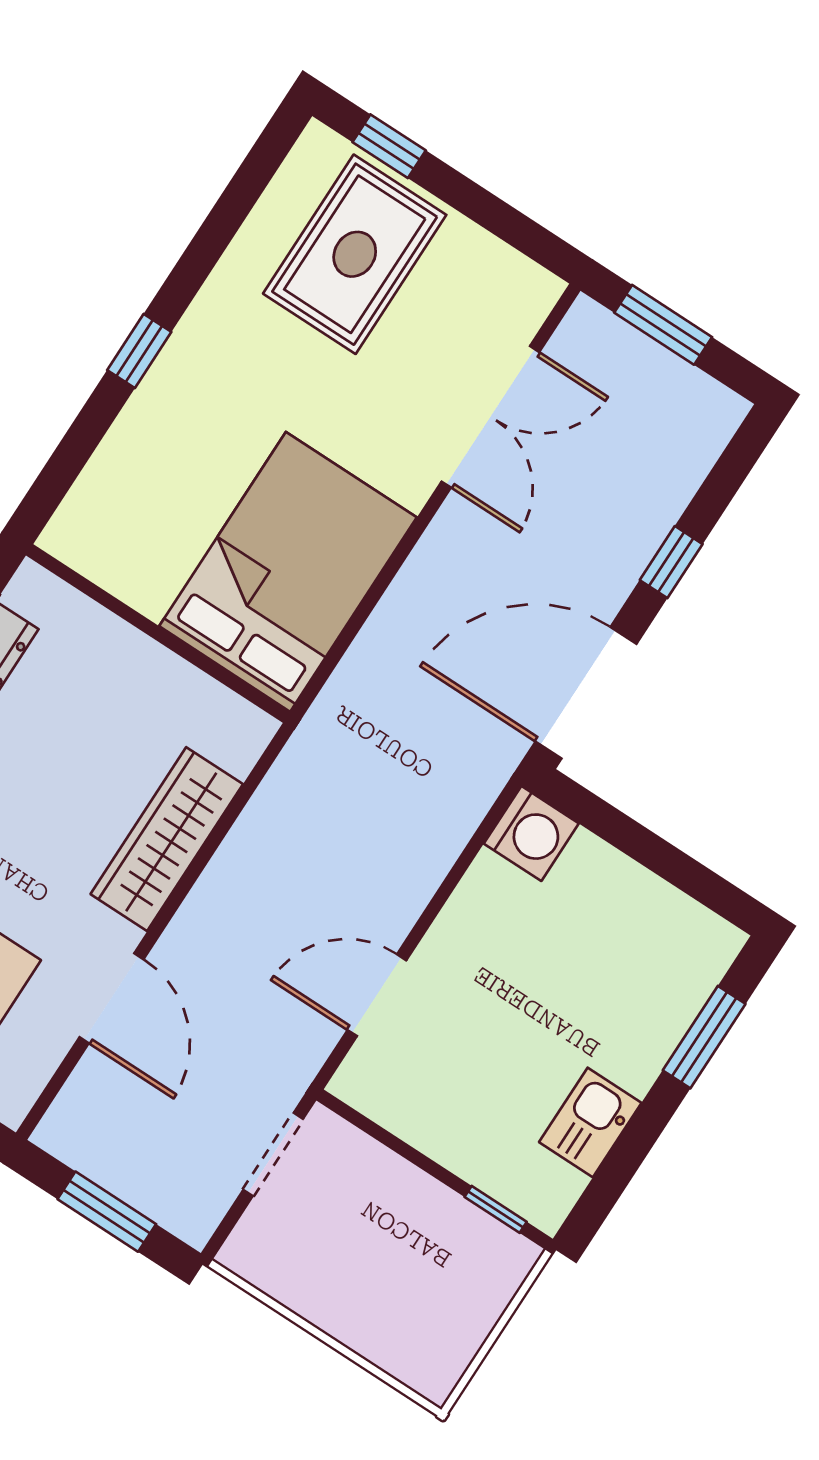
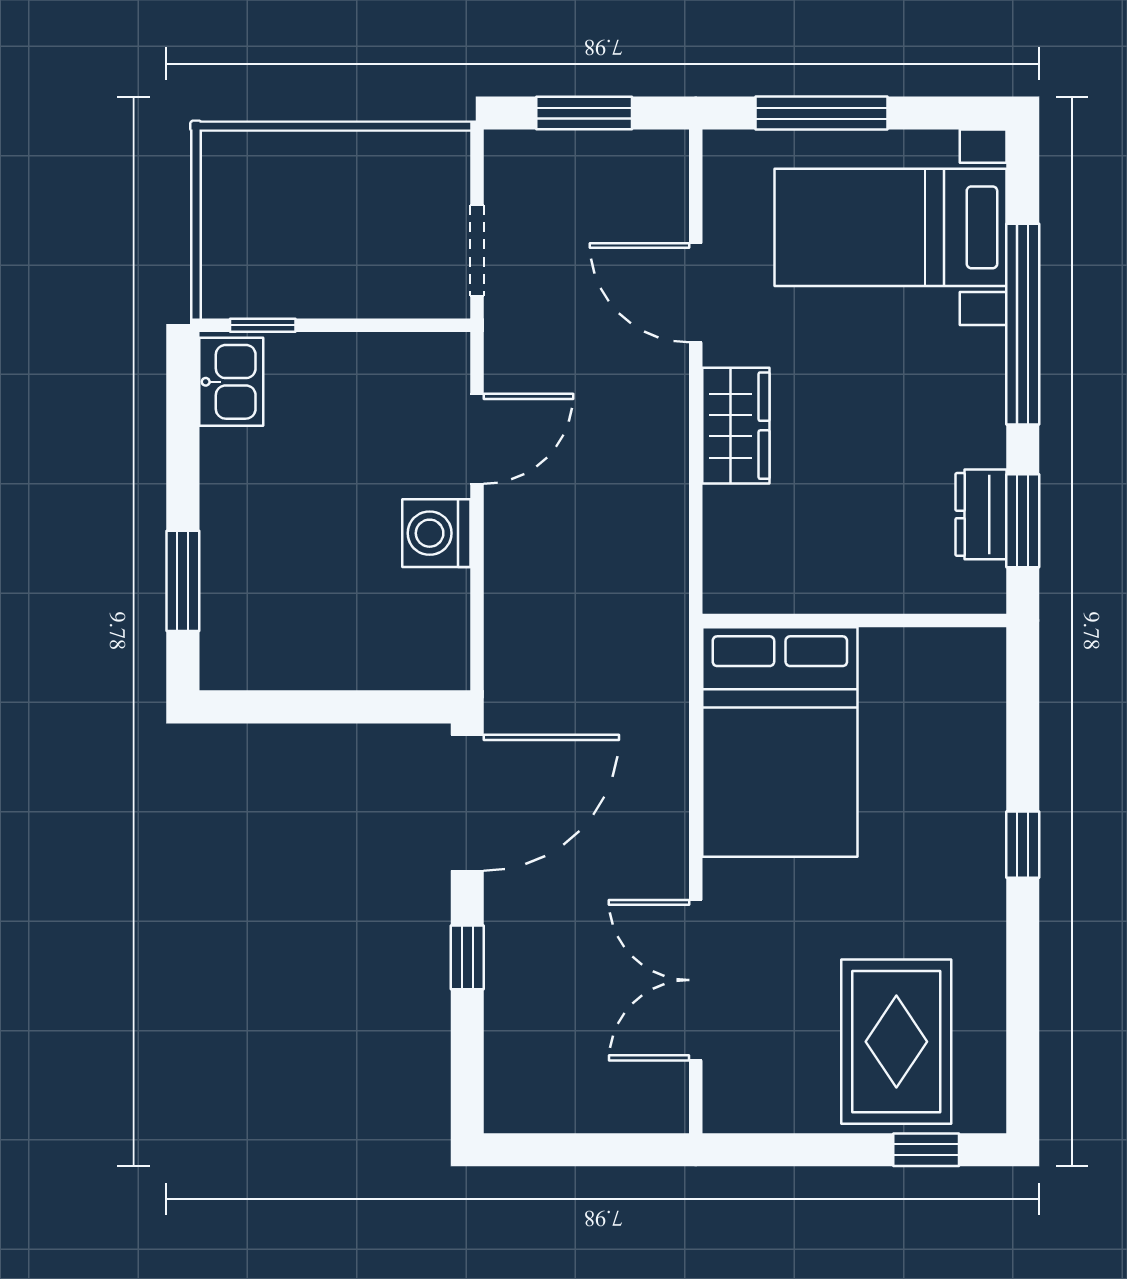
window: (663, 325) -> (602, 1150), removed
washing machine: (531, 834) -> (436, 533), moved
wardrobe: (167, 839) -> (736, 426), width x0.67
kitchen sink: (590, 1122) -> (231, 382), moved

